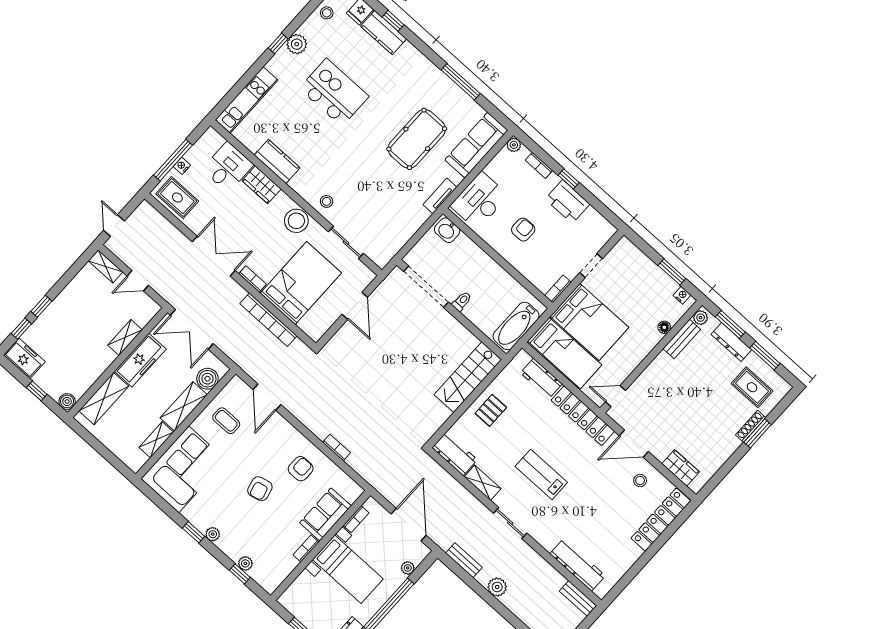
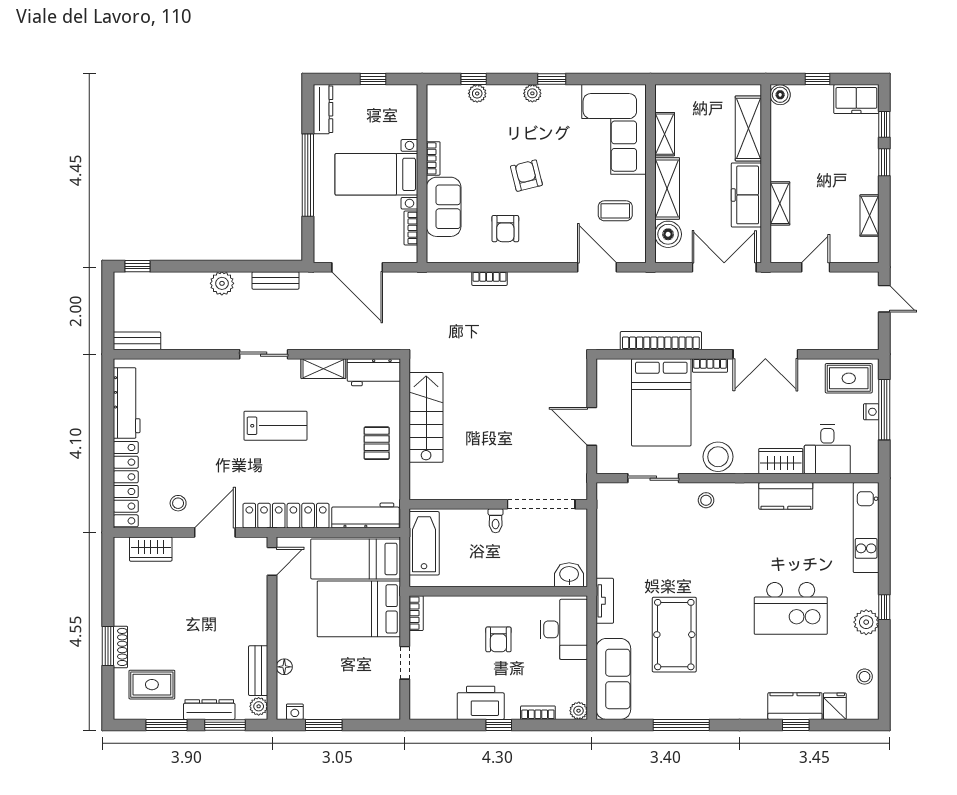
shelving: (105, 266) -> (869, 216), moved, turned 90
stairs: (468, 377) -> (426, 417), moved
workbench: (541, 378) -> (365, 516), width x1.37
workbench: (578, 565) -> (127, 403), moved, turned -90
plant: (408, 568) -> (322, 226), removed

